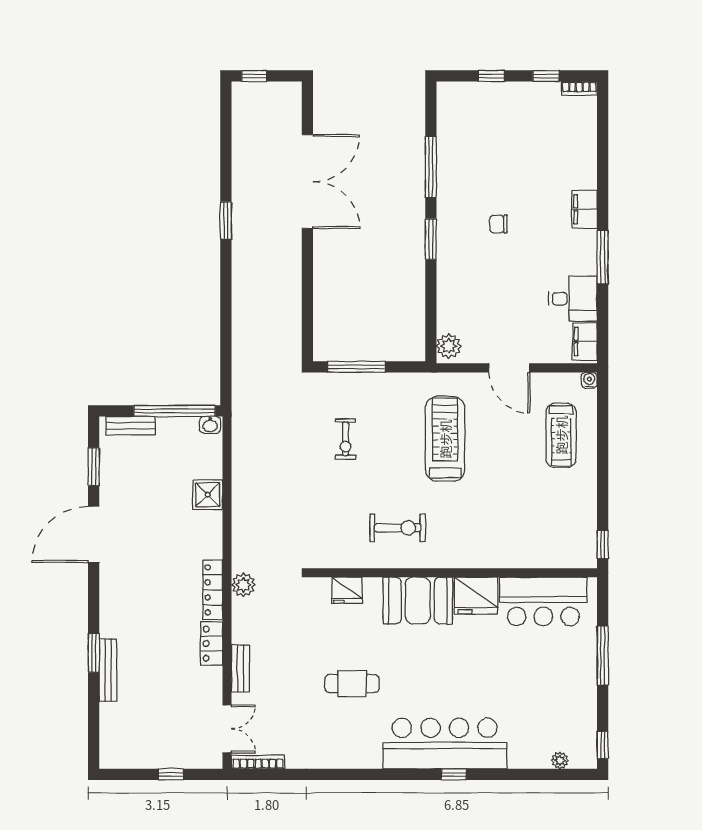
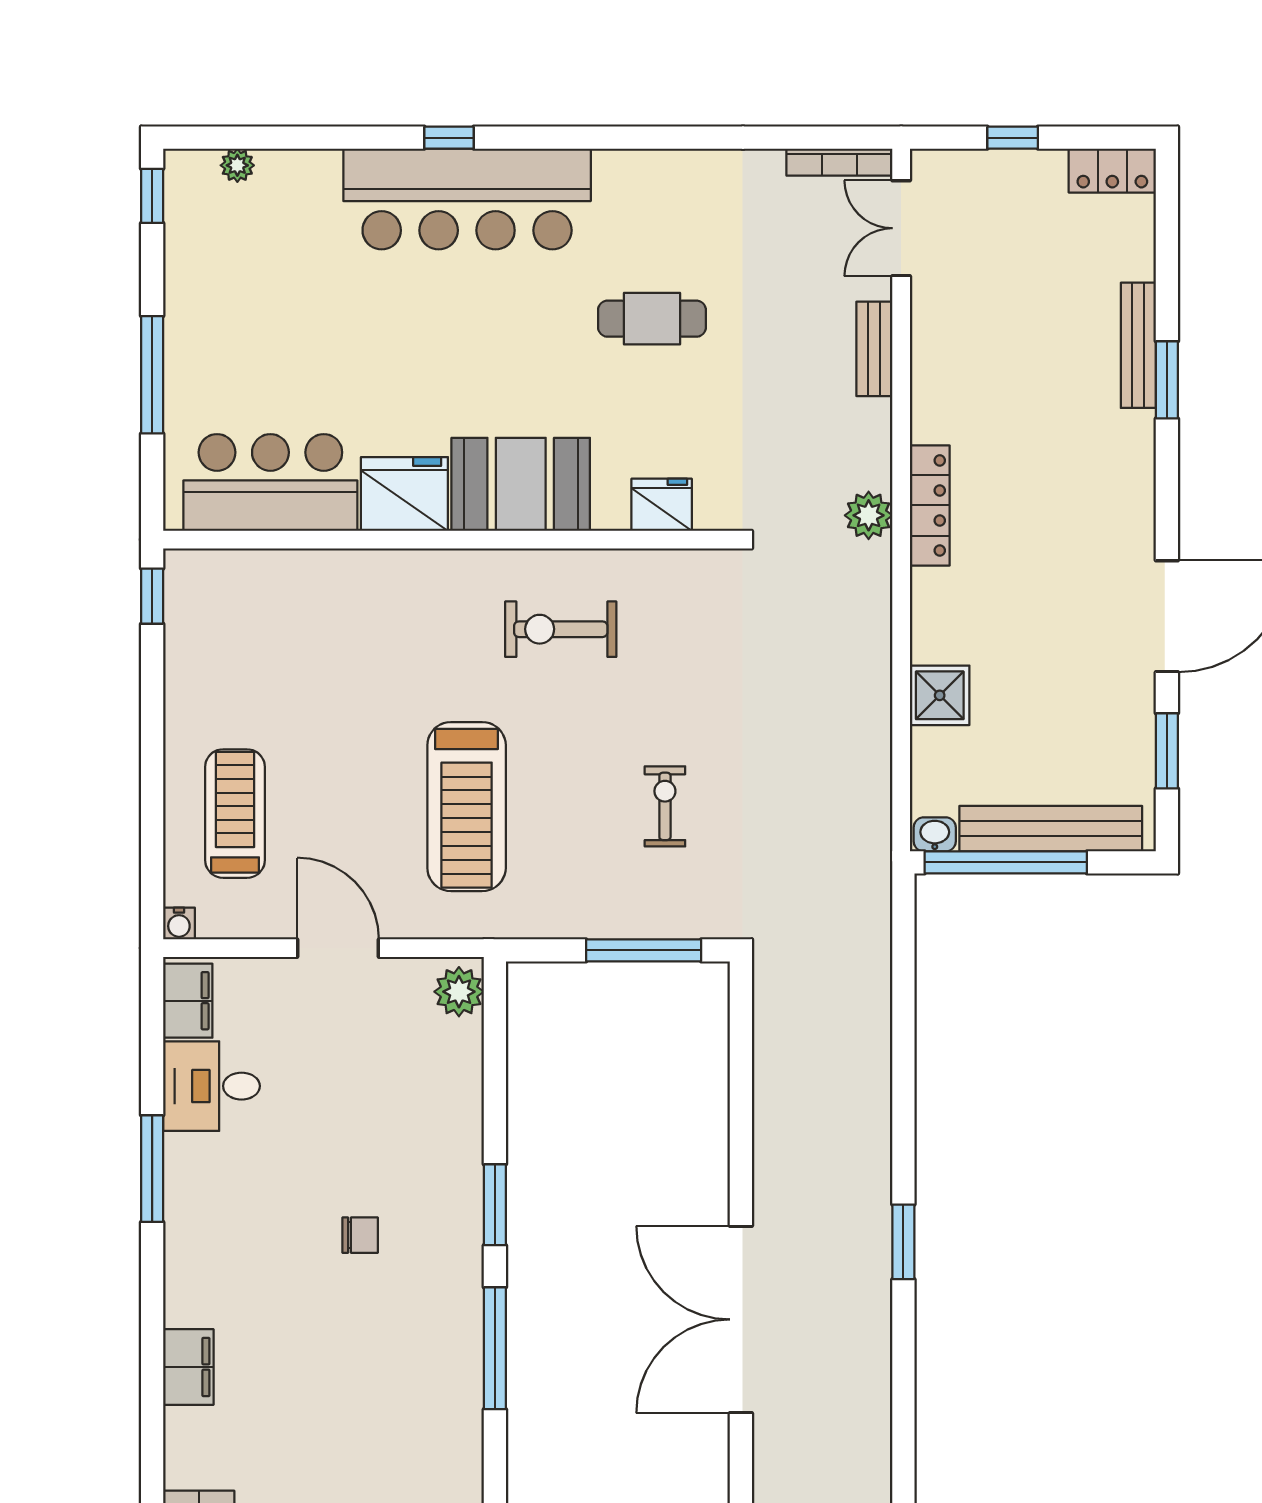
filing cabinet: (584, 209) -> (188, 1367), moved
bench: (131, 426) -> (1051, 829), width x1.86, depth x1.21
locker: (212, 644) -> (1112, 171), moved, turned 90

